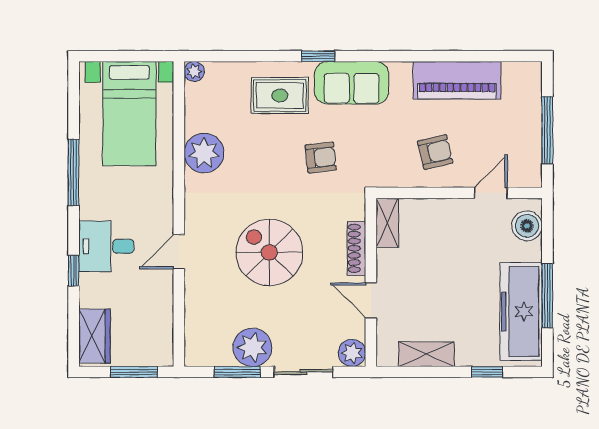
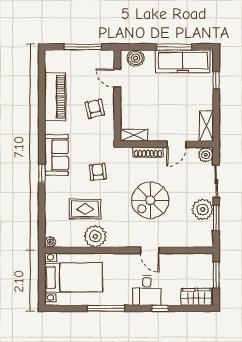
rug: (280, 95) -> (85, 209), moved, turned 90
shelving: (426, 354) -> (206, 126), moved

